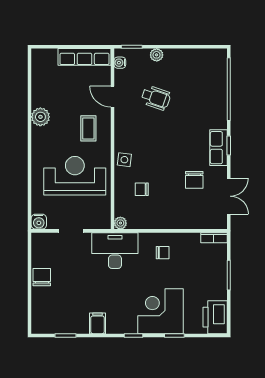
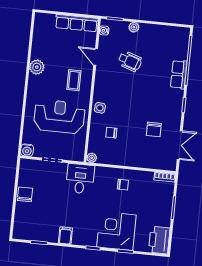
row of seats: (218, 148) -> (179, 75), moved
desk: (115, 251) -> (80, 179), width x0.73

